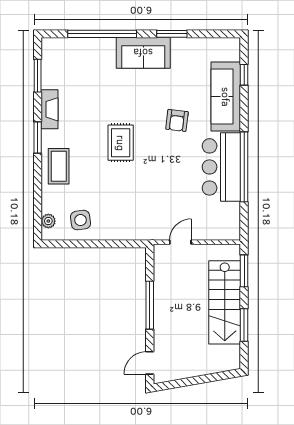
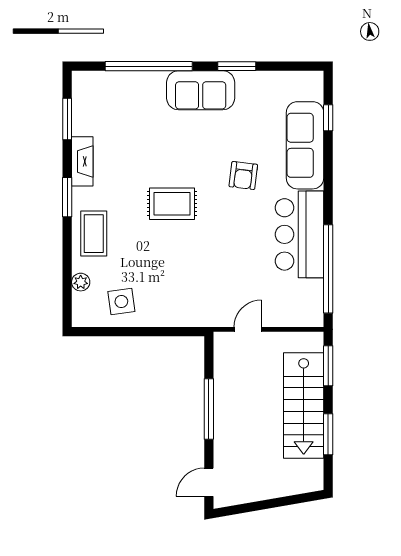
rug: (121, 143) -> (172, 204), turned 90
window: (244, 167) -> (328, 269), moved
plant: (48, 221) -> (81, 282), moved

